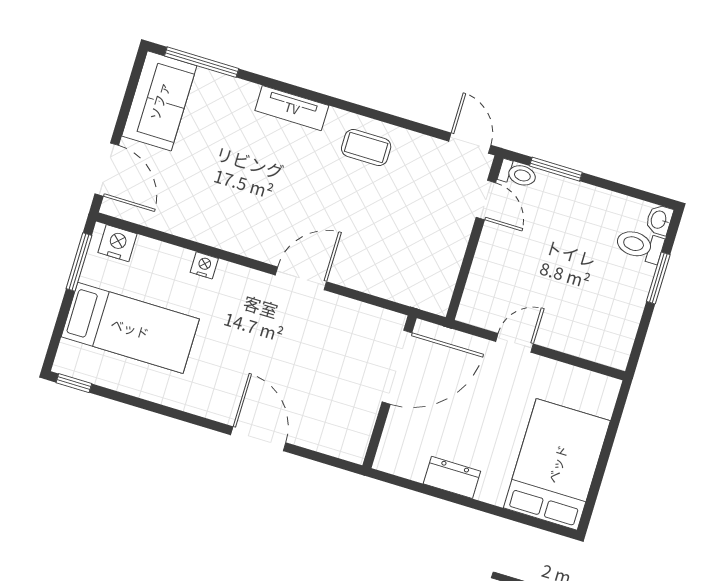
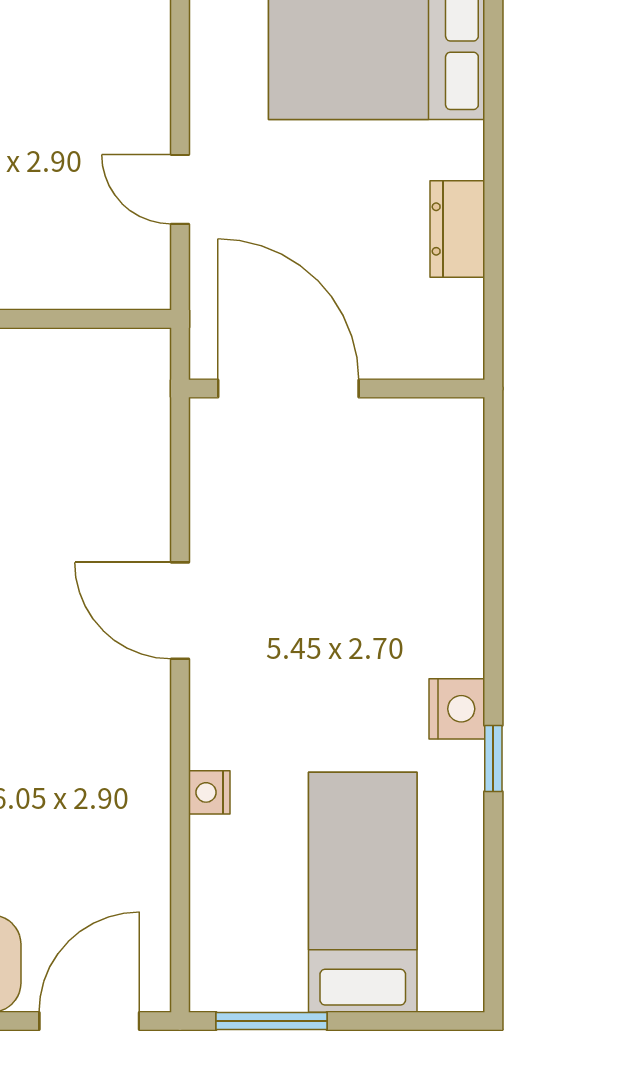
nightstand: (117, 243) -> (457, 709), moved, turned 180
window: (74, 383) -> (493, 759), moved
door: (258, 439) -> (493, 600), removed

